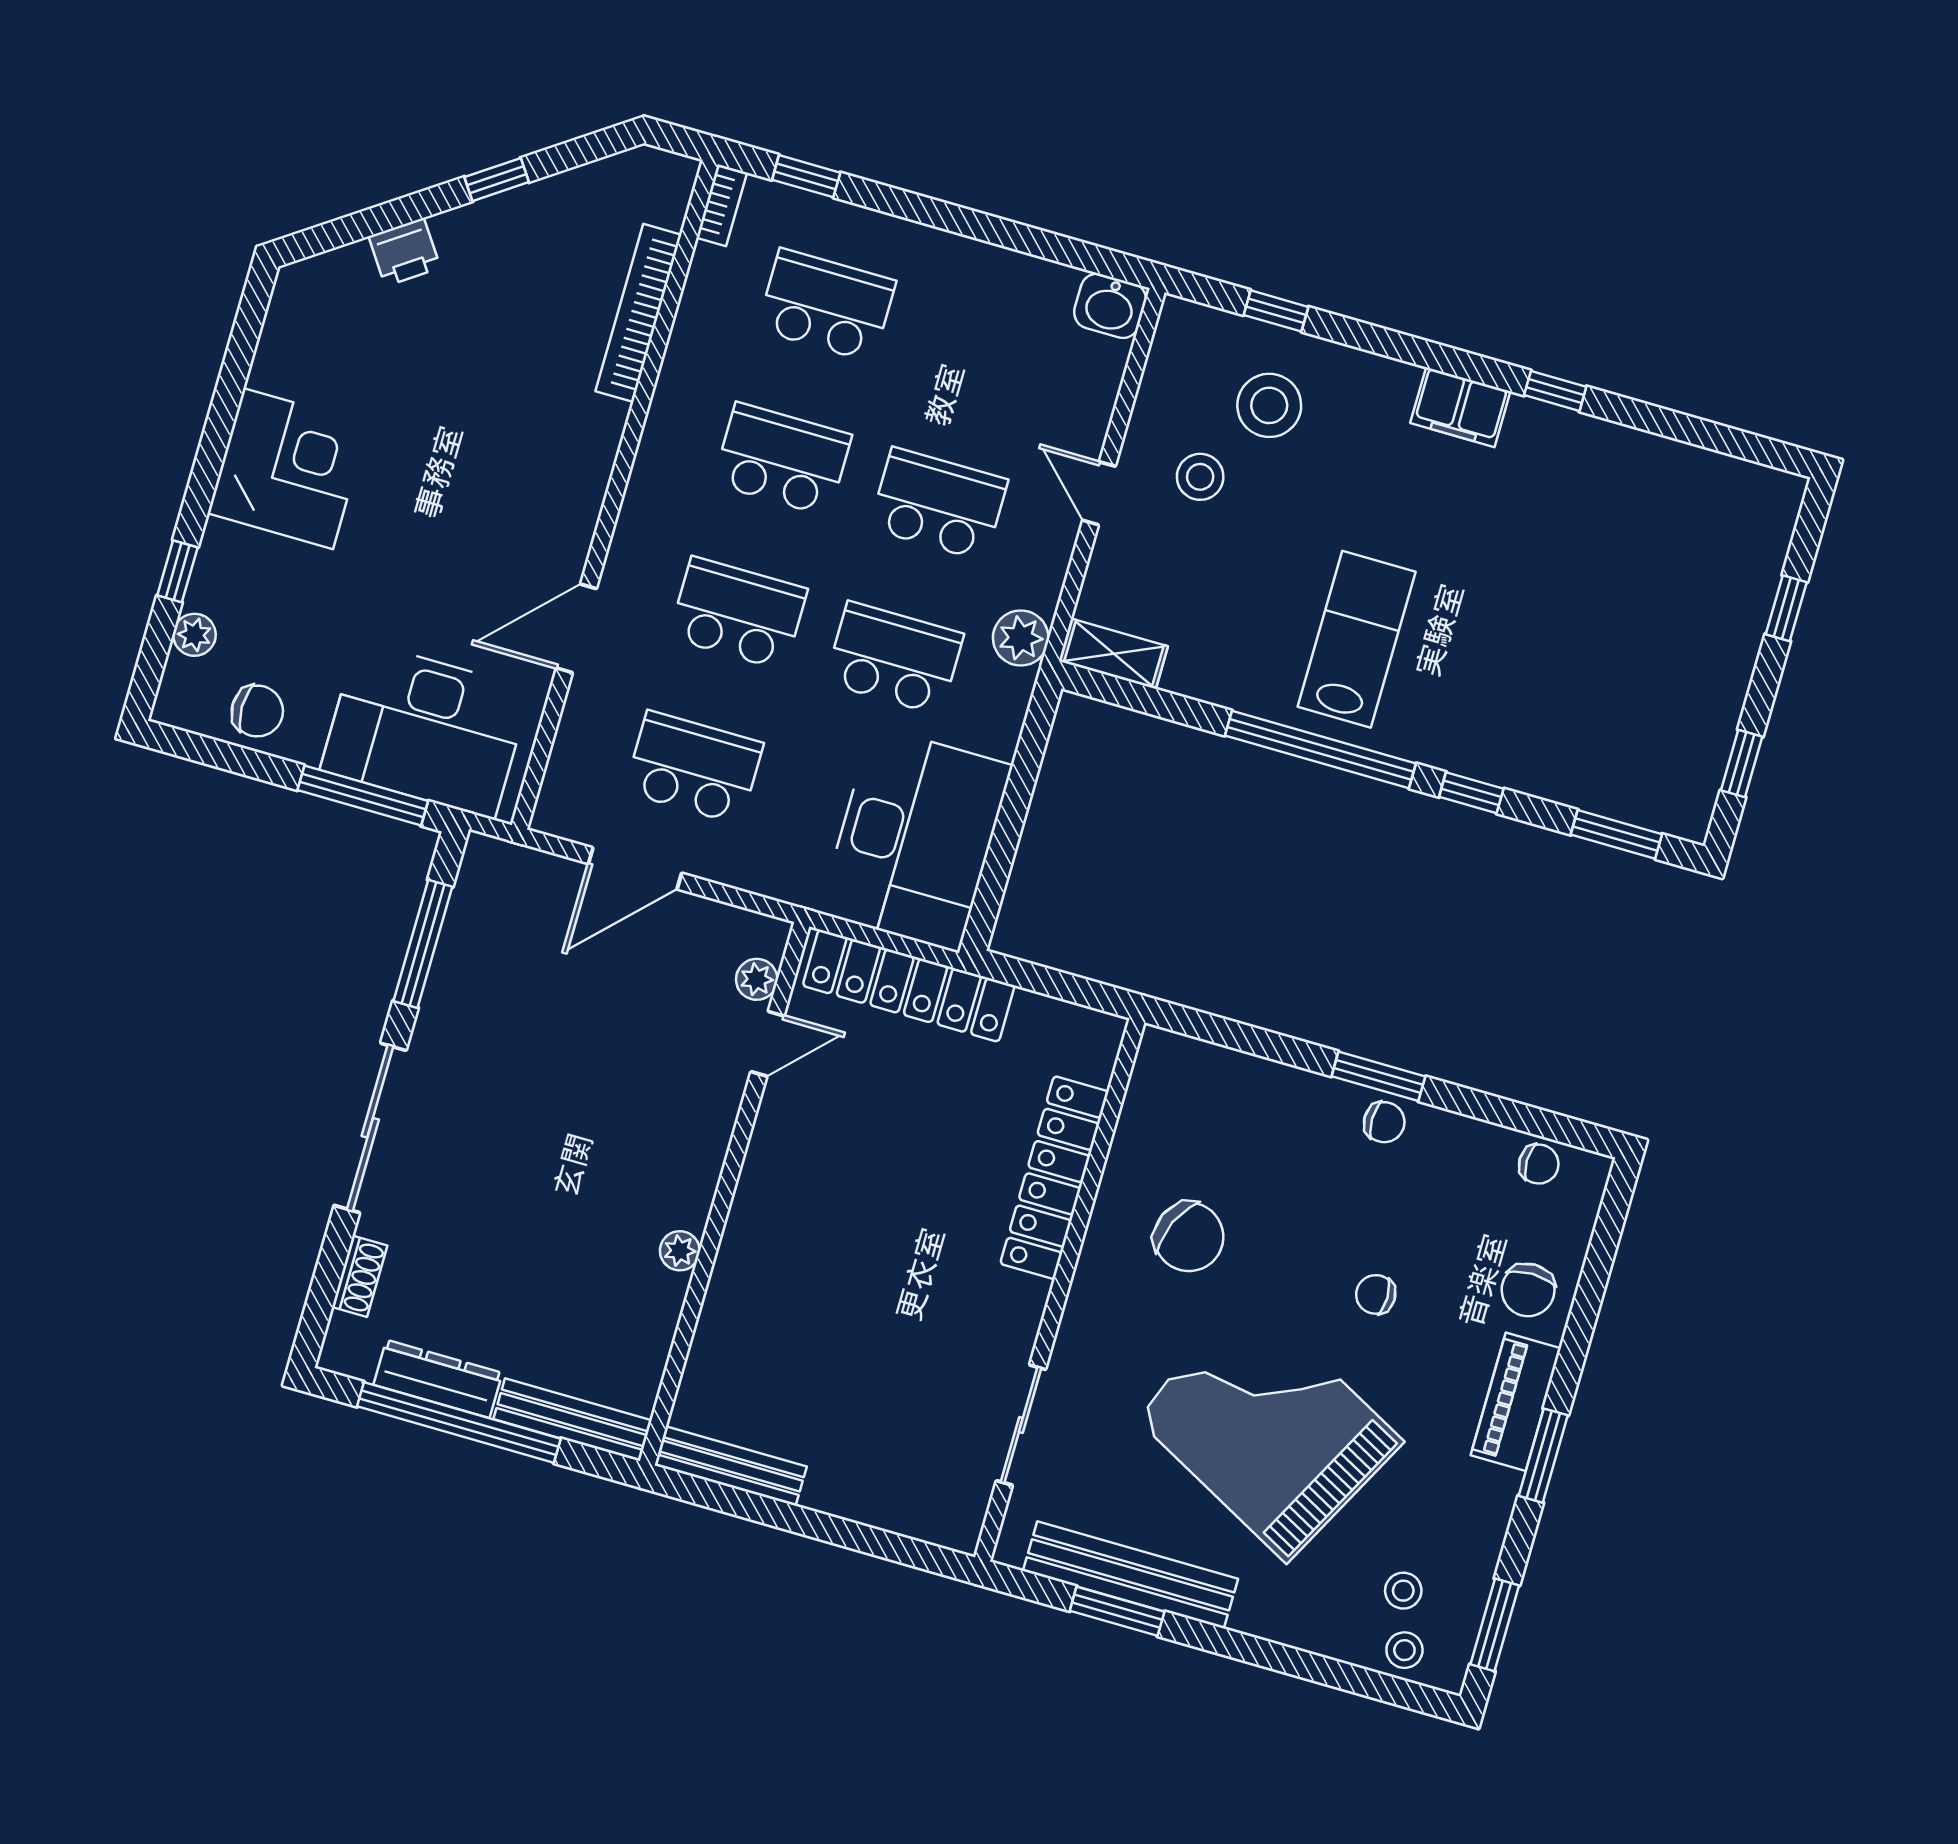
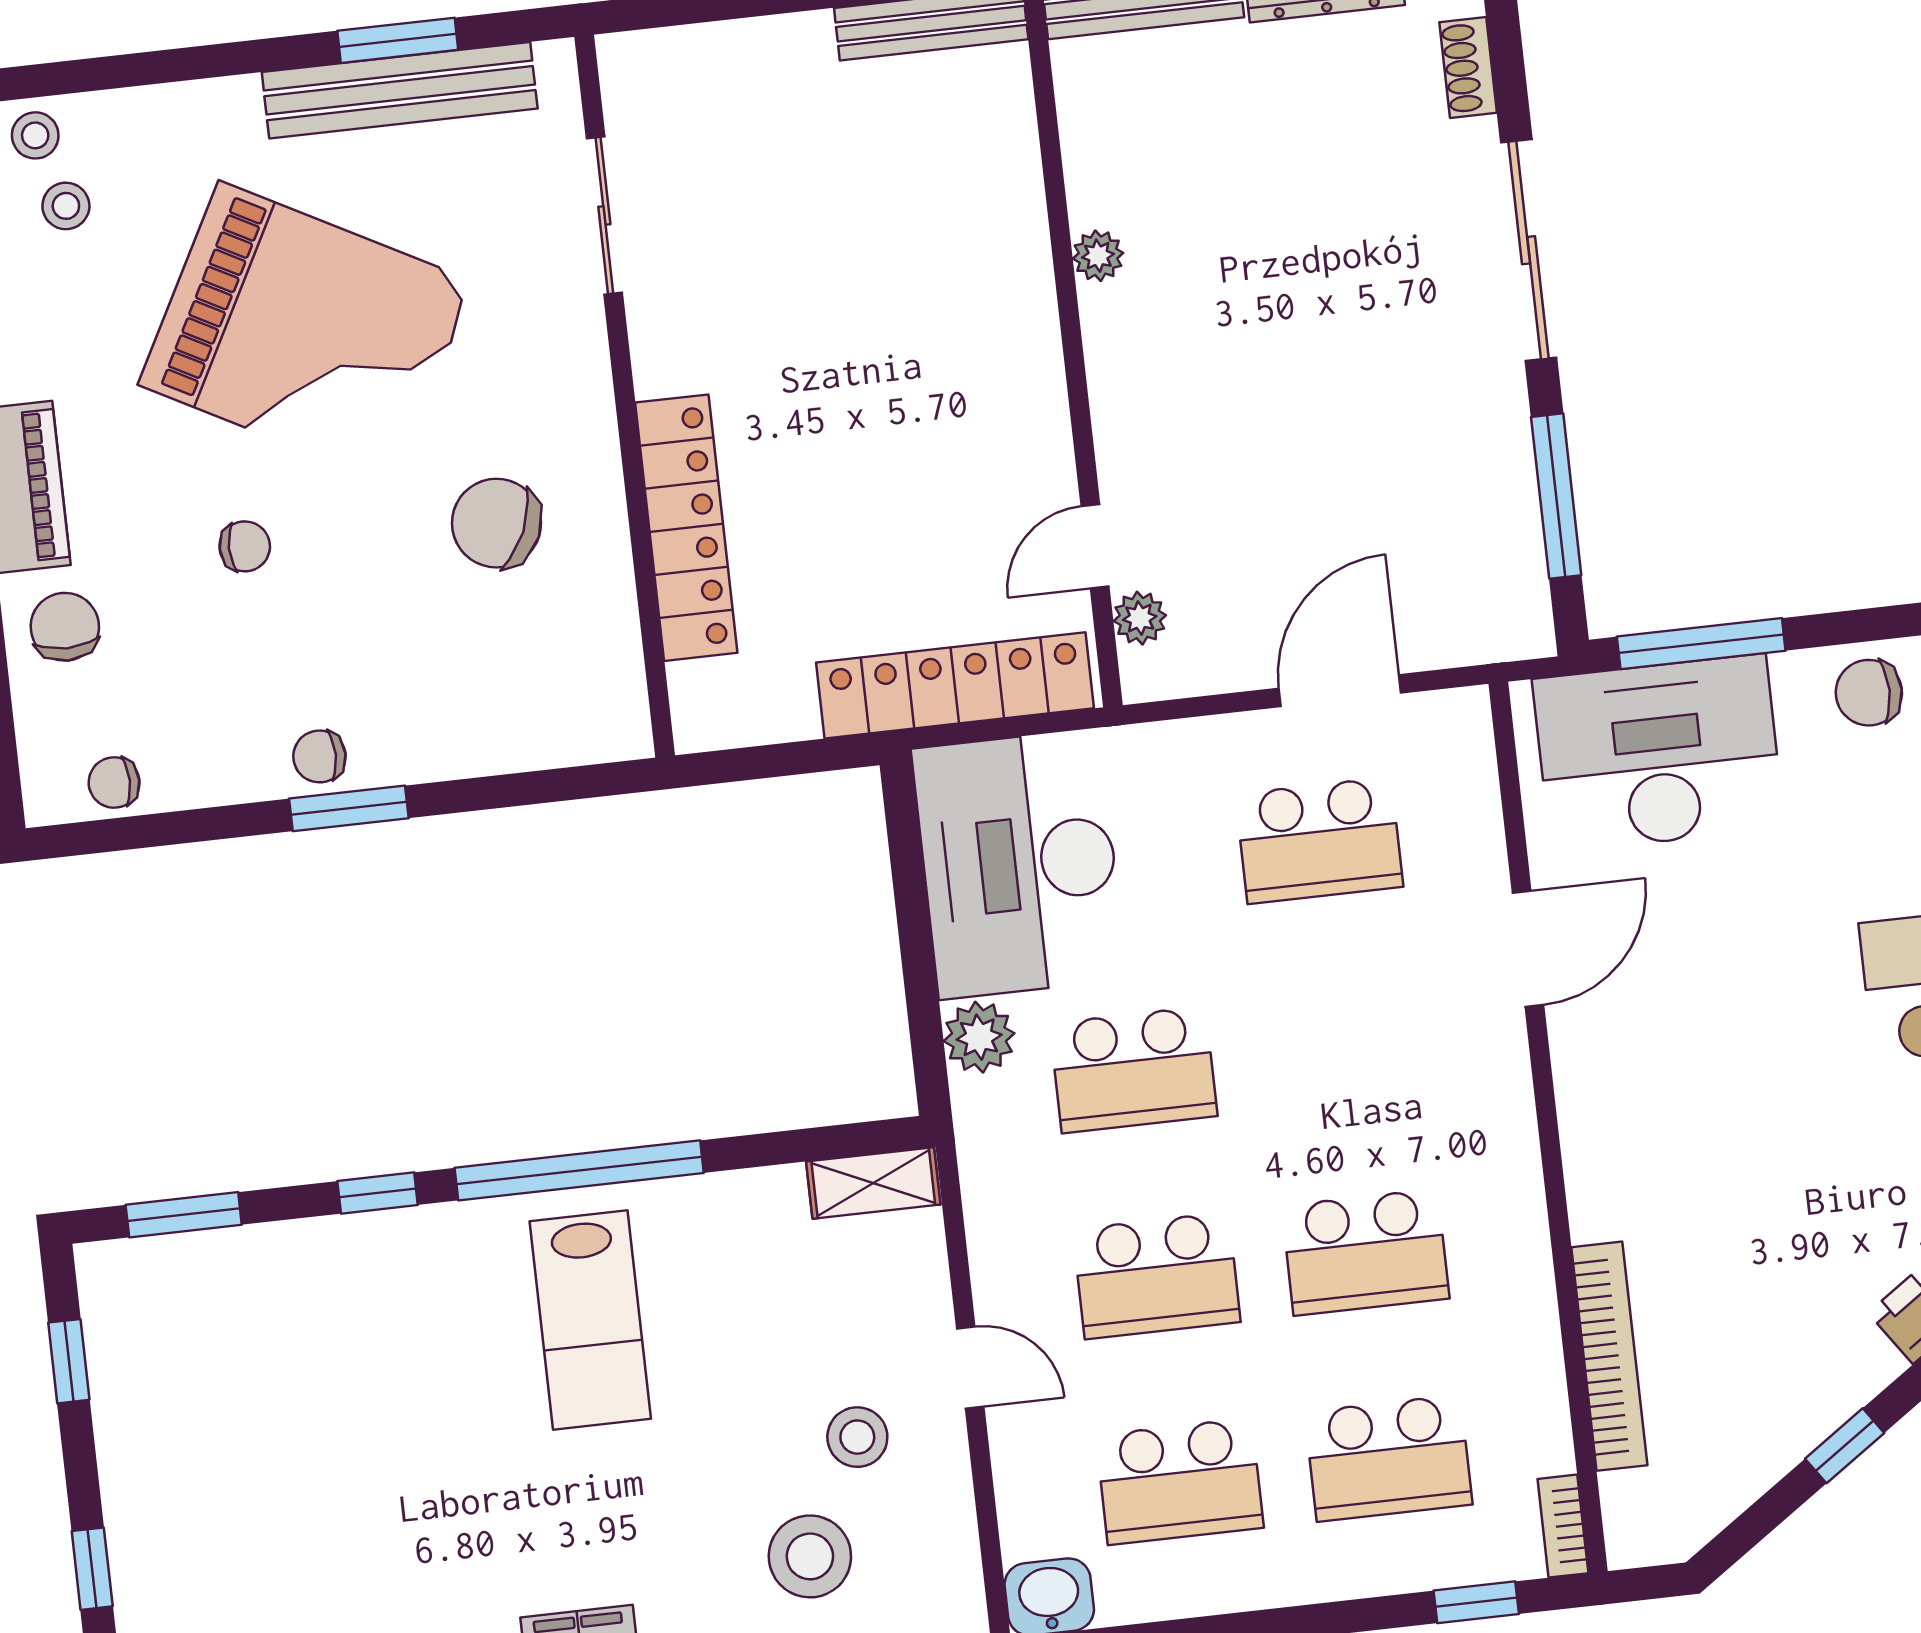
school desk: (738, 613) -> (1180, 1482), moved
plant: (1021, 638) -> (979, 1037), moved

